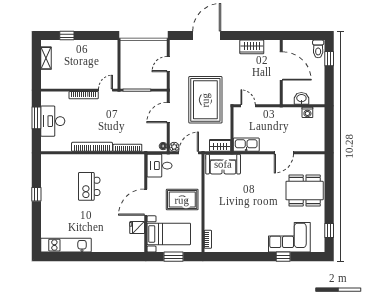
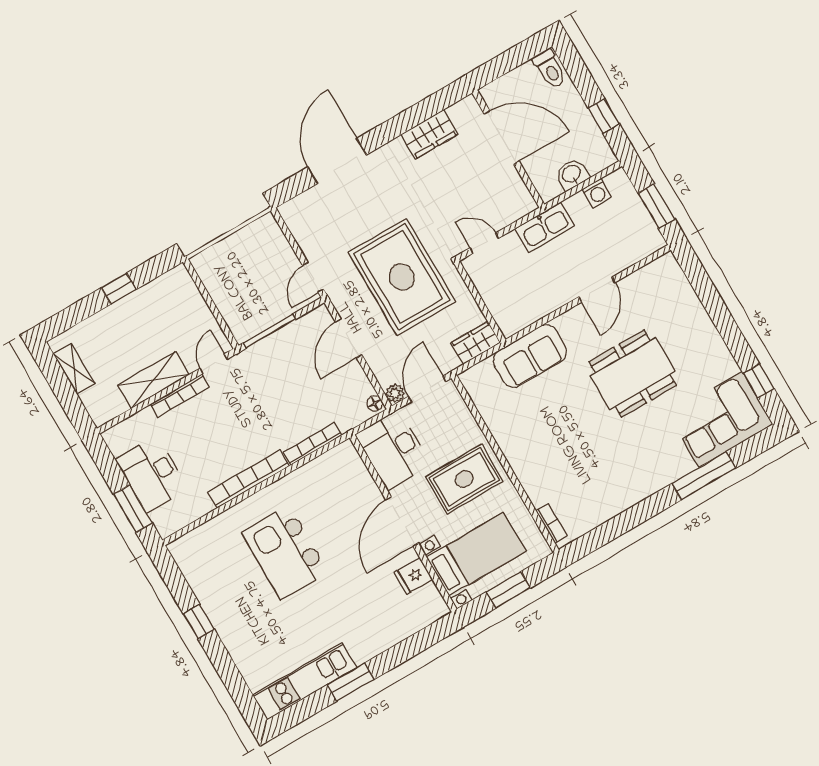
window: (67, 36) -> (119, 289), moved
window: (329, 59) -> (604, 116), moved
door: (168, 64) -> (313, 277), moved
shelving: (76, 82) -> (154, 380), added
window: (36, 118) -> (133, 509), moved
window: (329, 132) -> (656, 206), added
kitchen sink: (246, 145) -> (545, 227), moved, turned 180
sofa: (223, 164) -> (530, 356), moved
desk: (160, 166) -> (393, 450), width x1.37
kitchen island: (89, 186) -> (285, 552), width x1.37, depth x1.28
dining table: (305, 191) -> (633, 374), moved
corner sofa: (289, 237) -> (721, 420), moved
window: (85, 257) -> (351, 682), added
window: (283, 257) -> (704, 476), width x2.17

